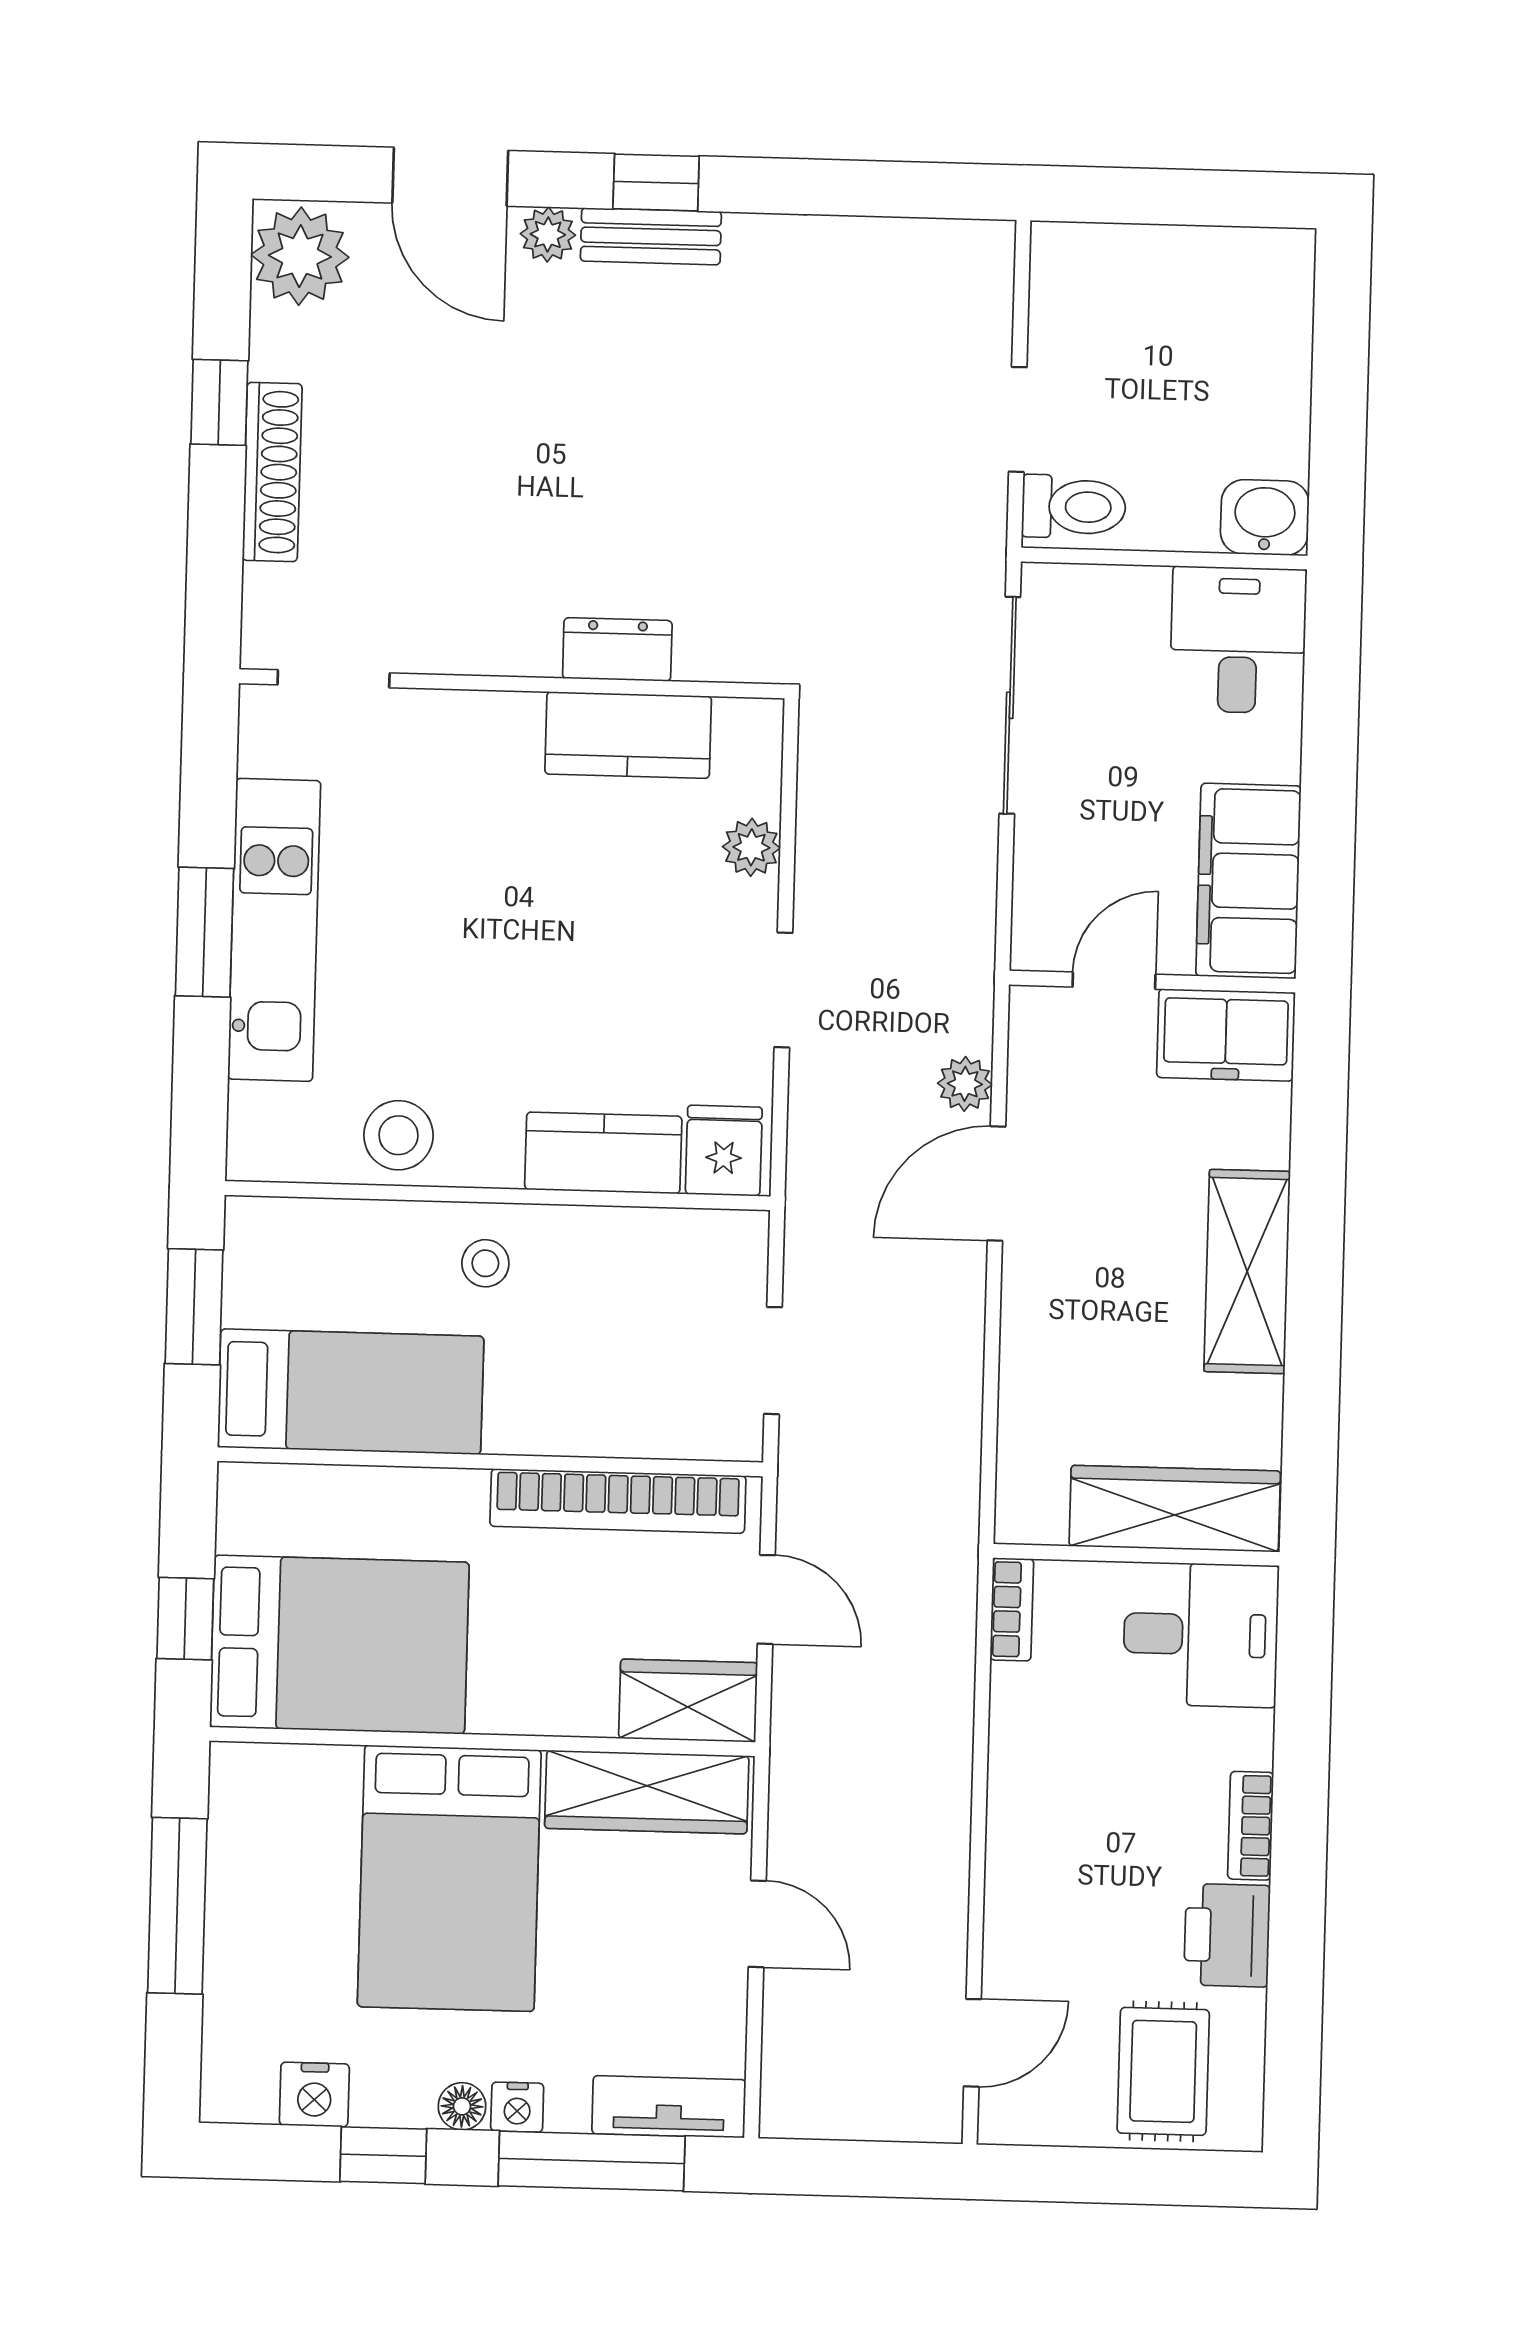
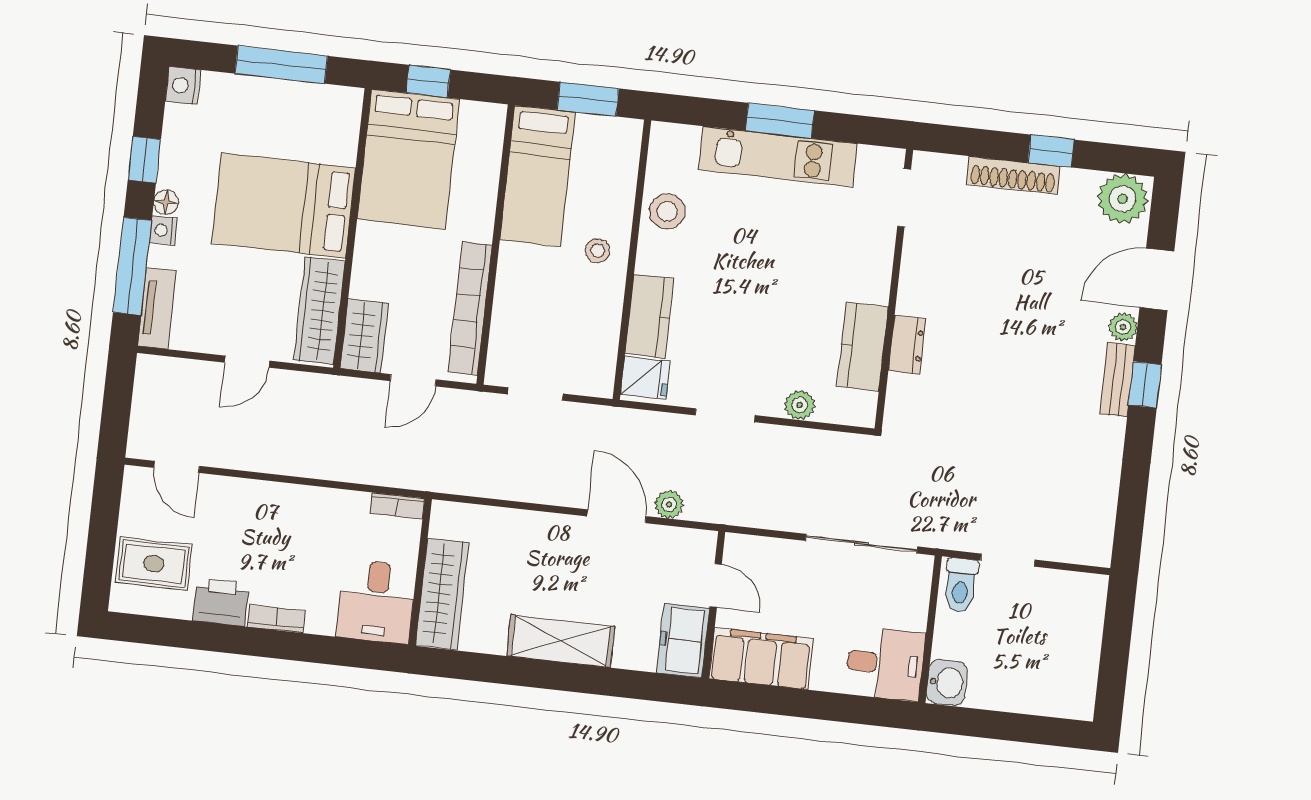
nightstand: (314, 2095) -> (183, 86), moved

